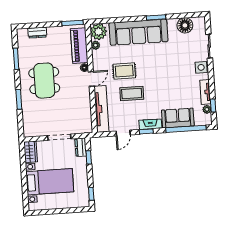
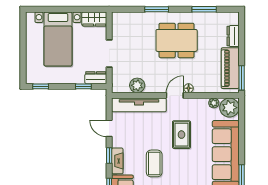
piano: (79, 46) -> (230, 68), moved, turned -90
door: (91, 79) -> (175, 95), swing flipped
coffee table: (132, 94) -> (154, 163), moved
plant: (85, 112) -> (137, 85), added

